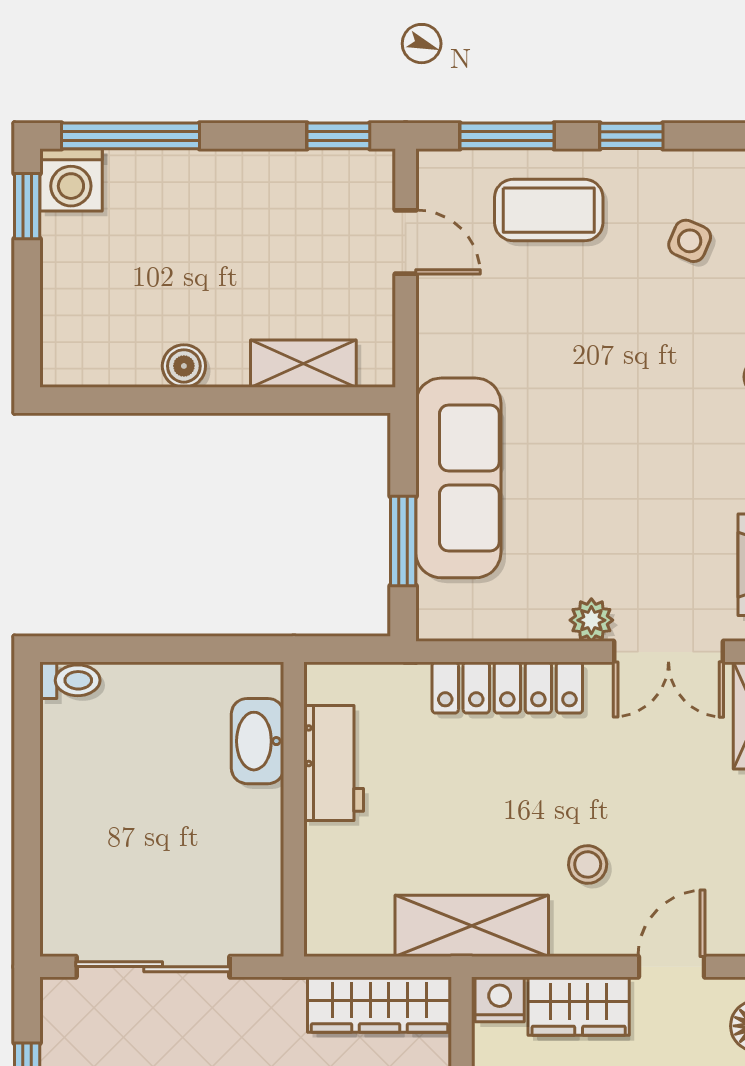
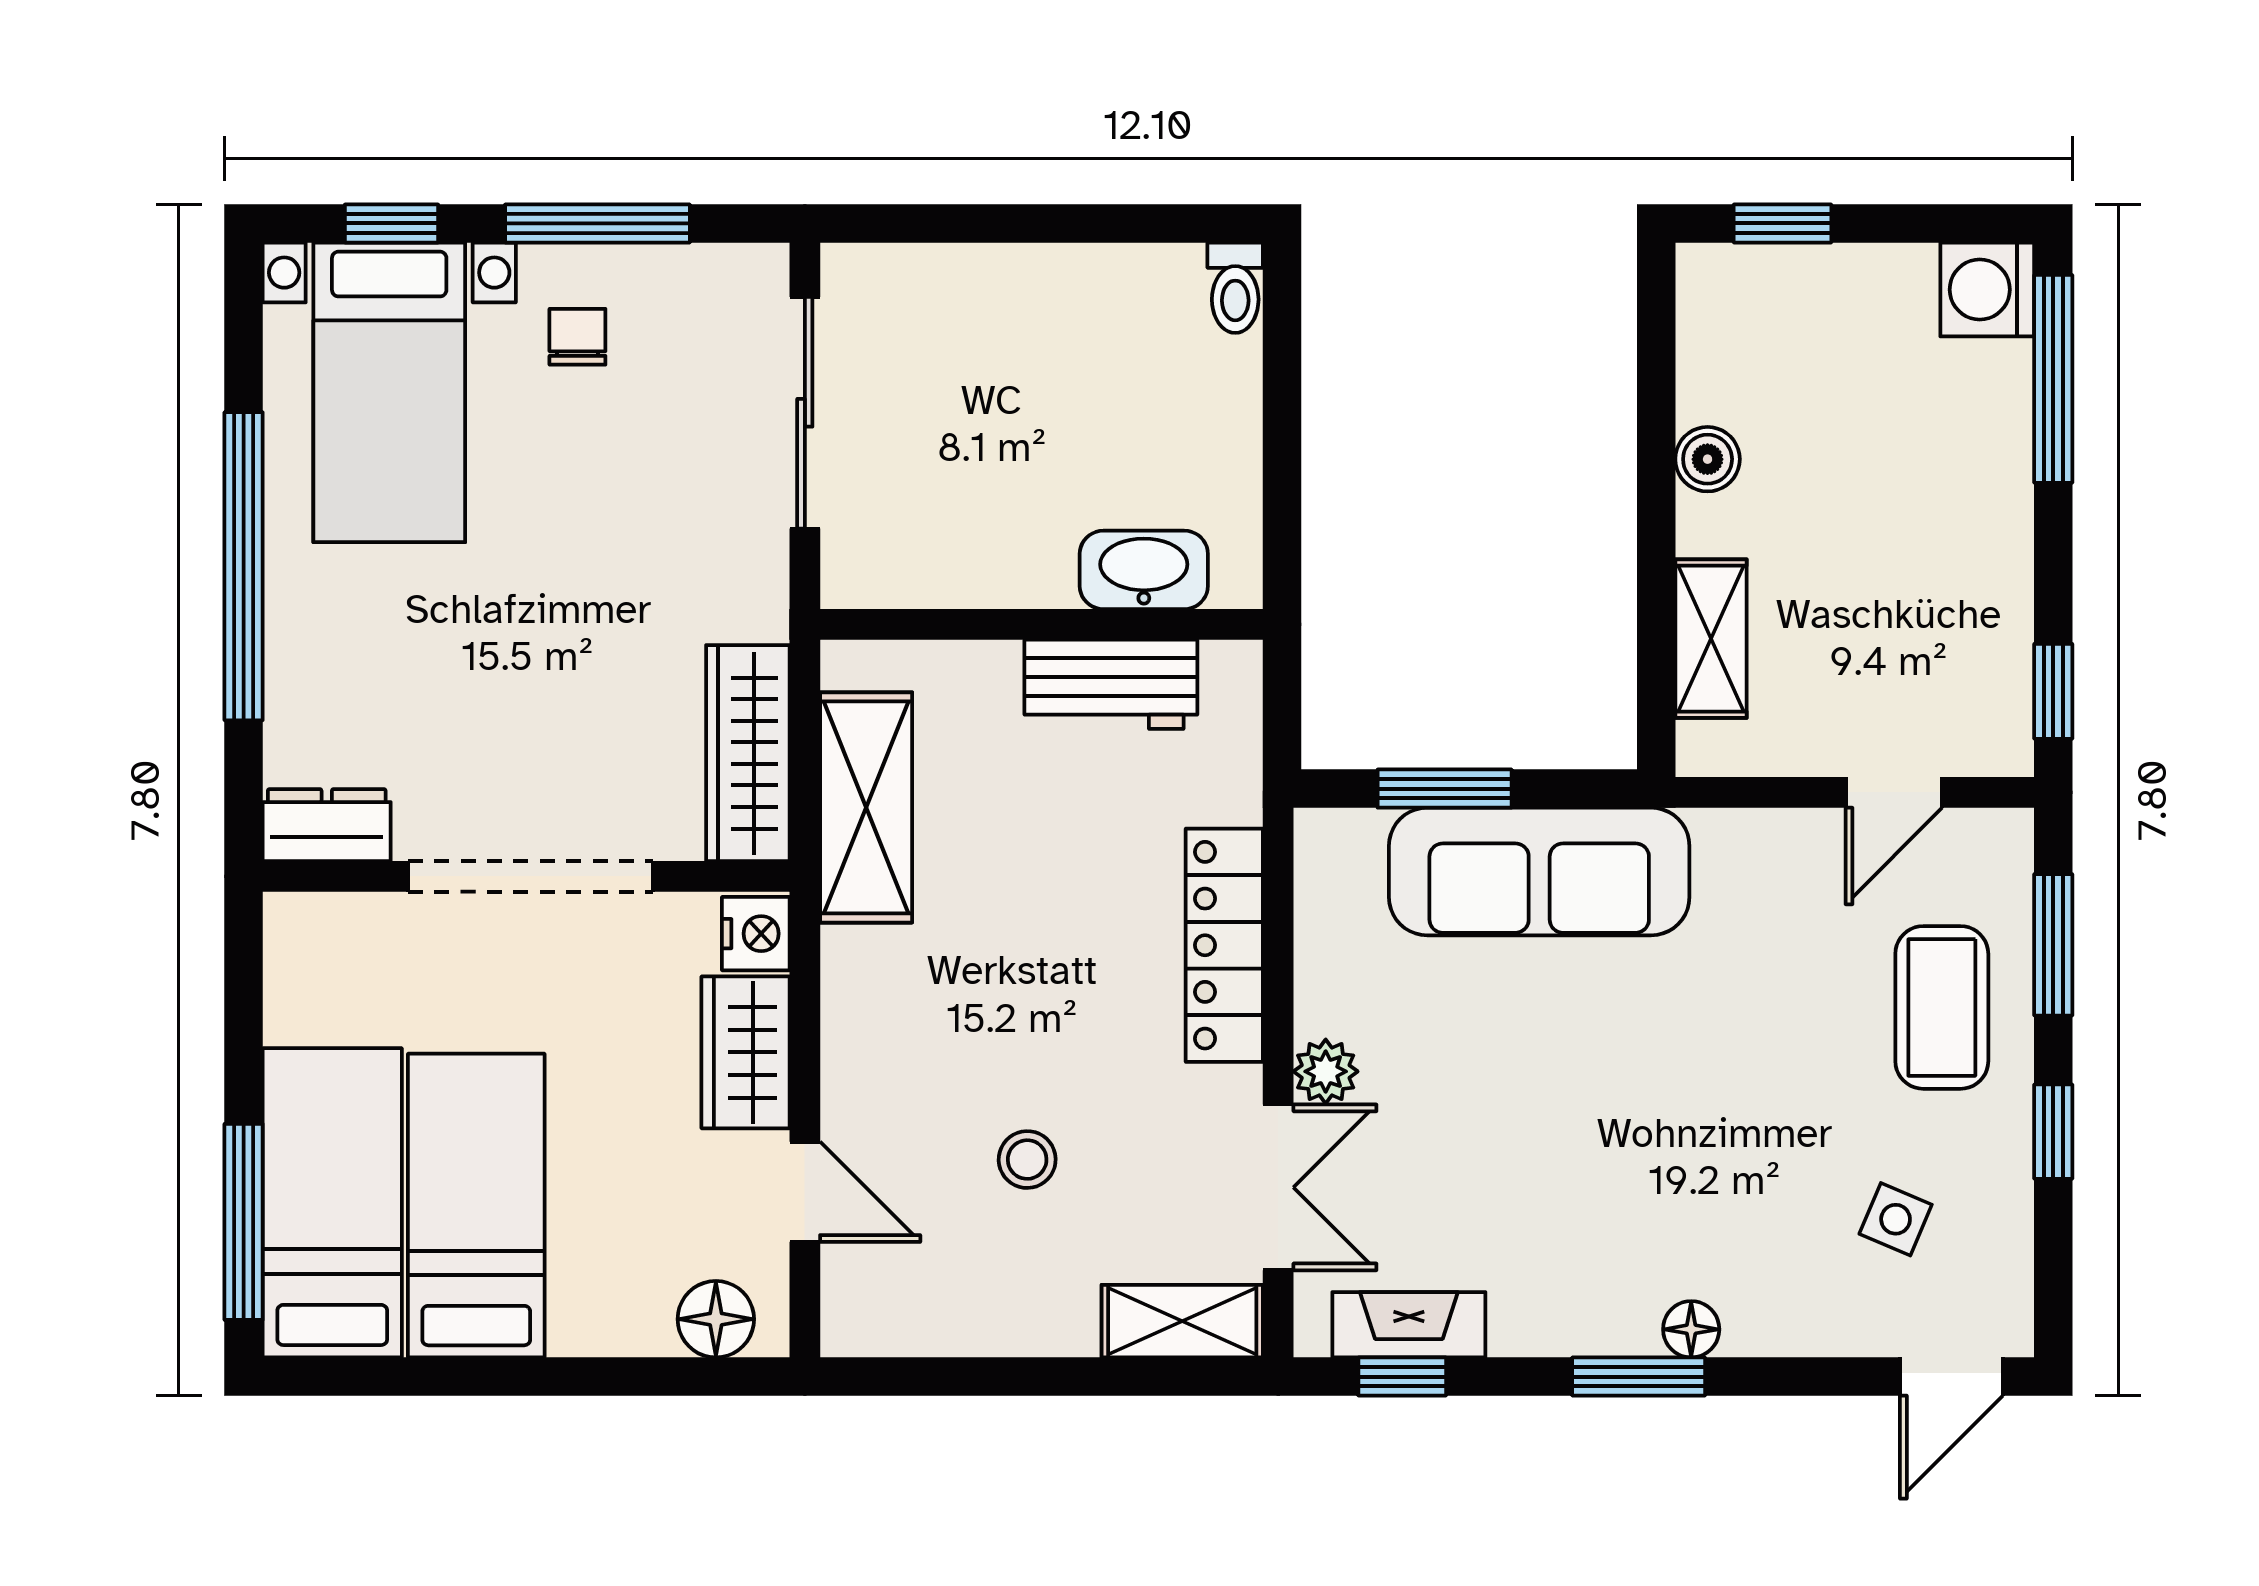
window: (27, 206) -> (1783, 223), moved
double door: (668, 652) -> (1278, 1187), swing flipped
stool: (588, 864) -> (1027, 1160), moved
shelving: (472, 926) -> (866, 807), moved

